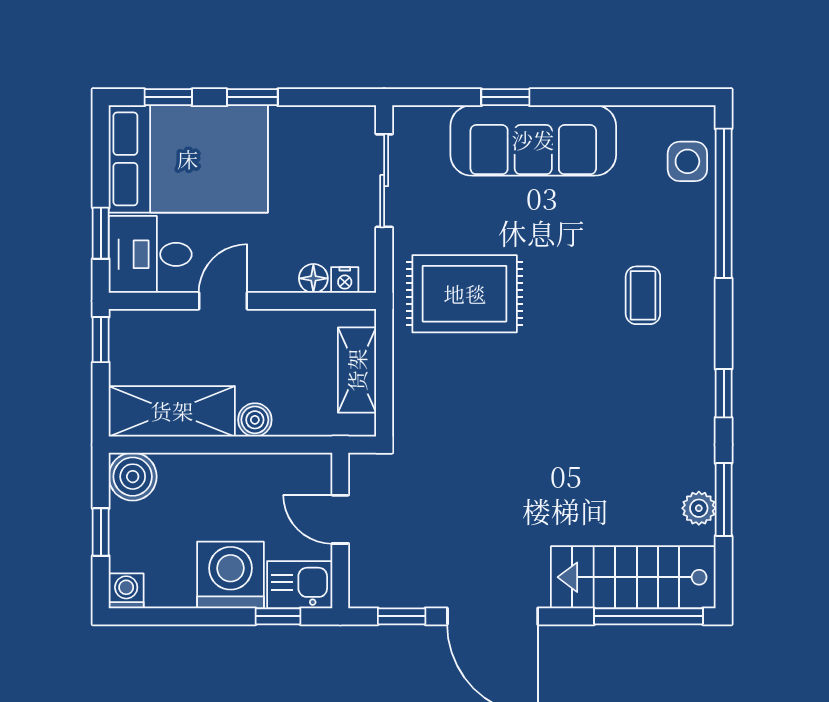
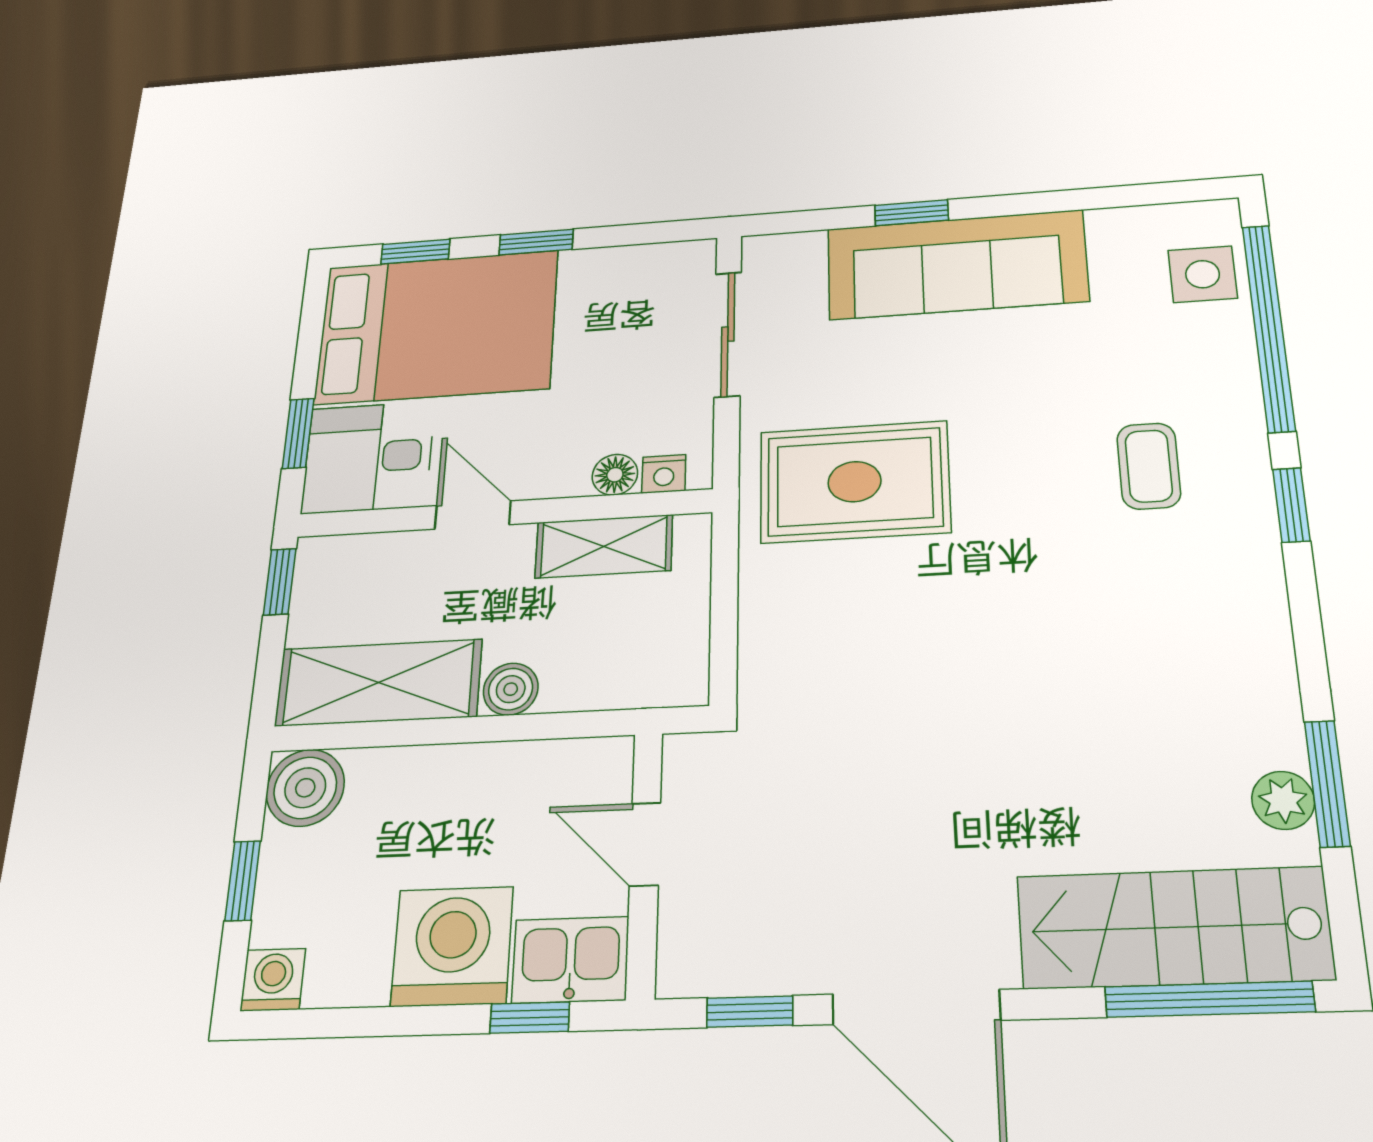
door: (223, 301) -> (473, 515), hinge flipped
shelving: (357, 370) -> (604, 546), moved, turned 90
window: (724, 393) -> (1291, 505), moved

